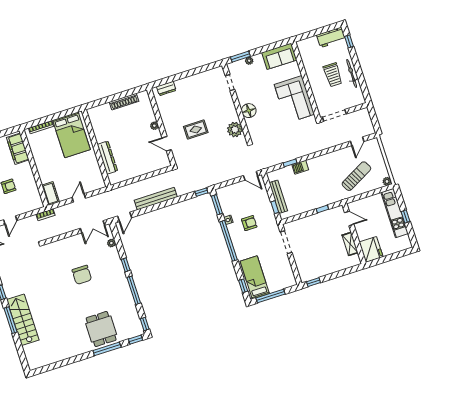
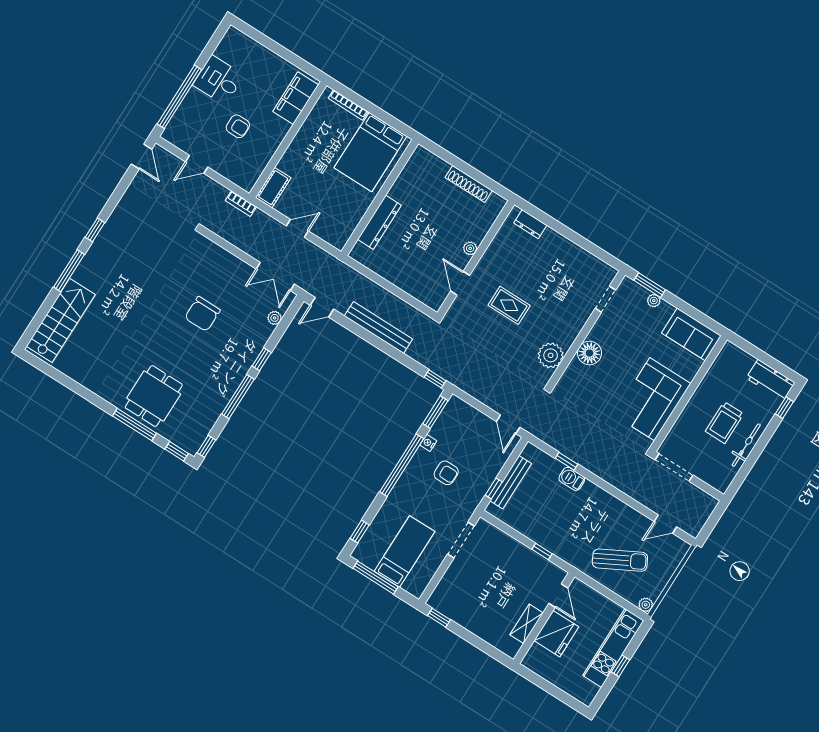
fridge: (371, 249) -> (556, 634), moved
bed: (255, 277) -> (405, 551), moved
stairs: (23, 320) -> (61, 320), moved

